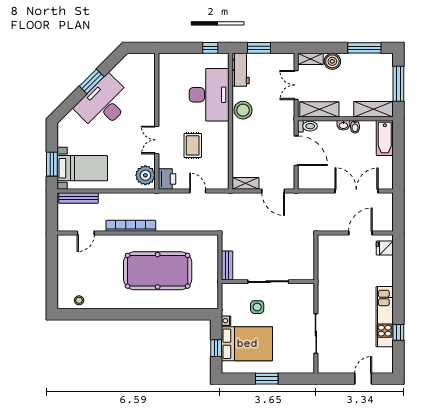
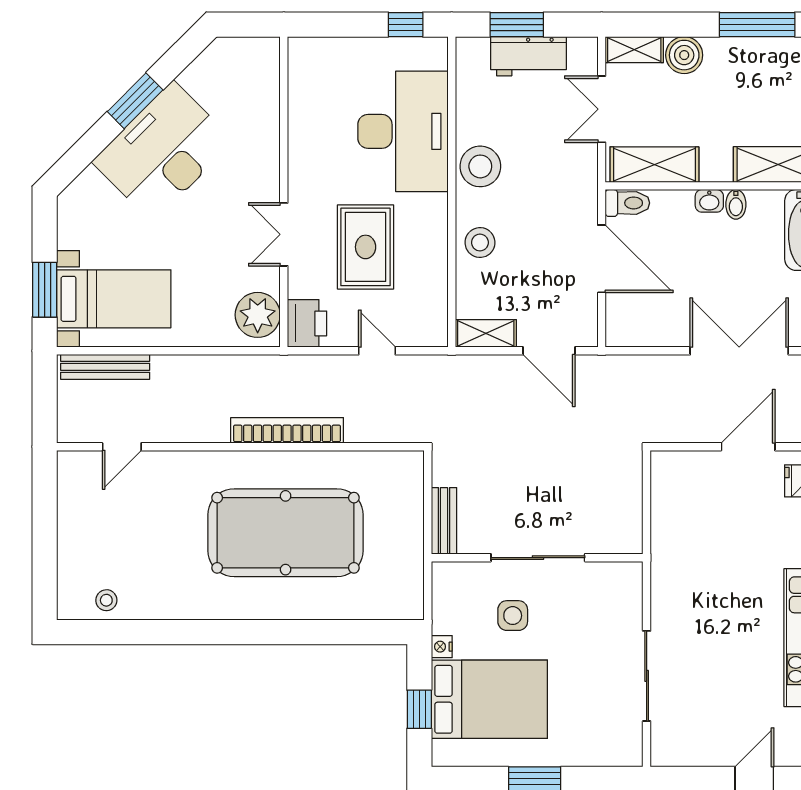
workbench: (241, 70) -> (528, 56), moved, turned 90
stool: (243, 144) -> (480, 243), added
rug: (193, 145) -> (366, 247), width x1.36, depth x1.43
bookcase: (131, 226) -> (287, 430), moved

